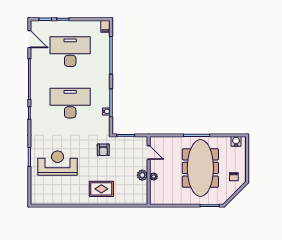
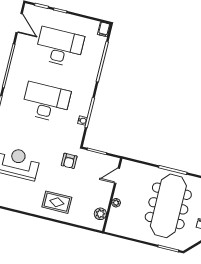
door: (149, 153) -> (117, 176), swing flipped
plant: (142, 175) -> (100, 214), moved

